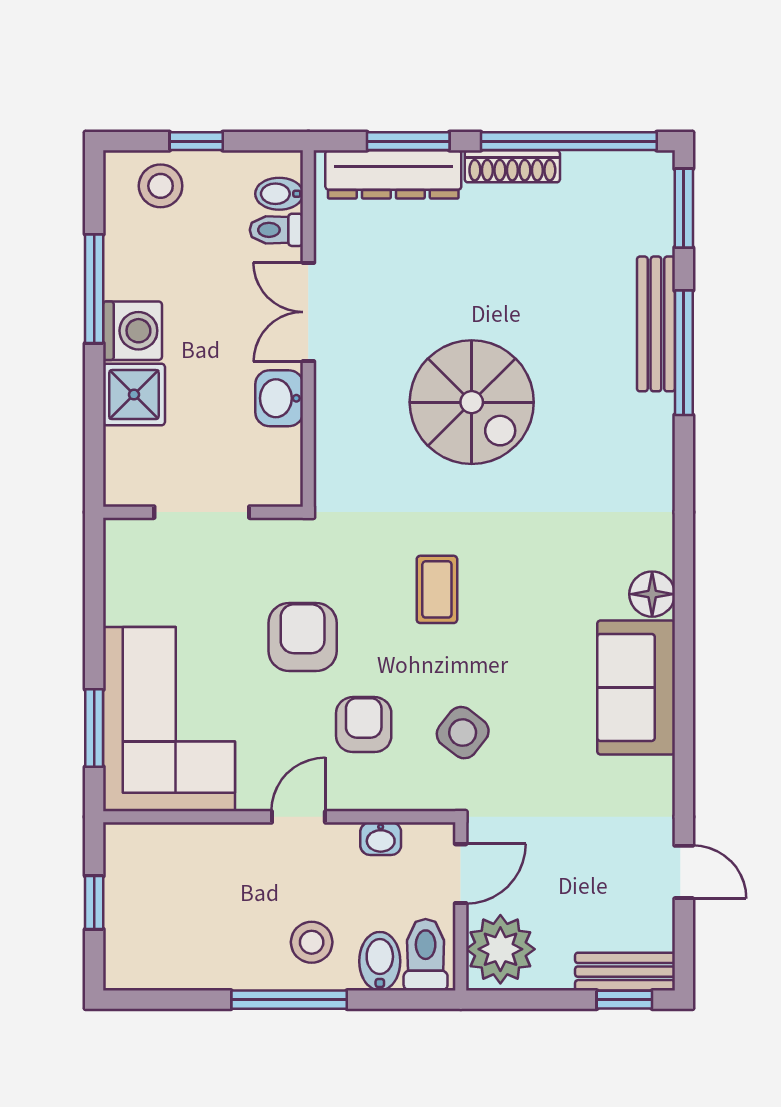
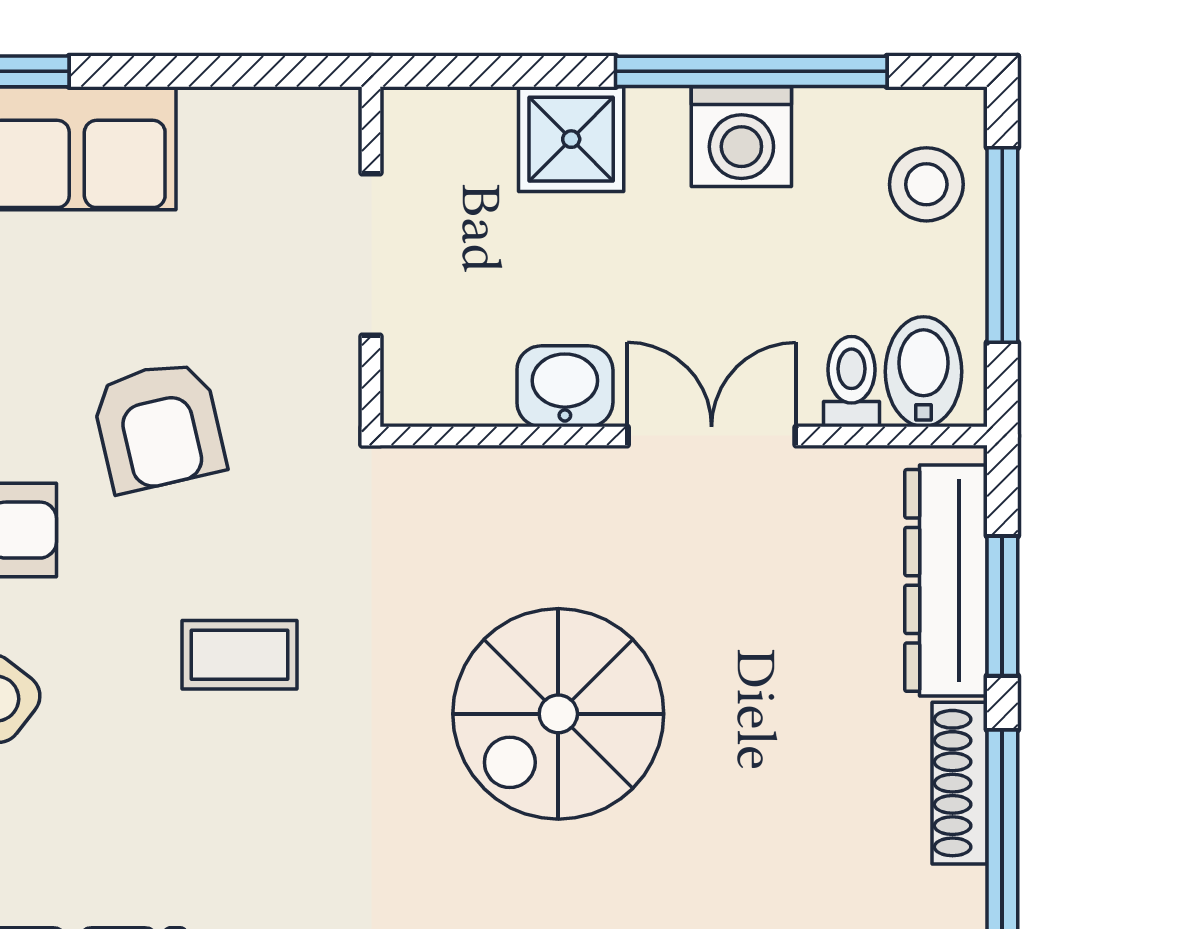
window: (196, 141) -> (1002, 245), width x2.17
bidet: (279, 194) -> (924, 372), width x1.38, depth x1.36
window: (94, 289) -> (751, 71), width x1.46
washing machine: (133, 331) -> (741, 137), moved
armchair: (303, 637) -> (159, 426), turned 77

